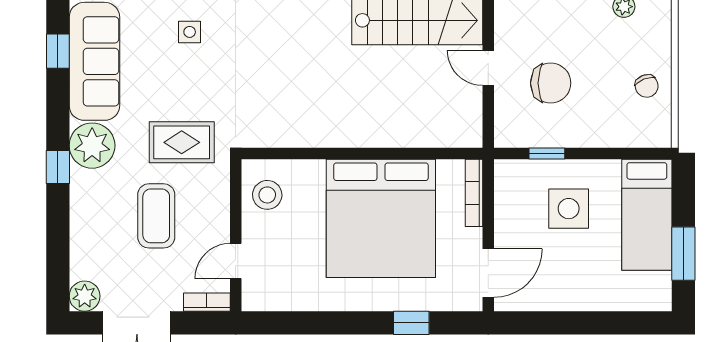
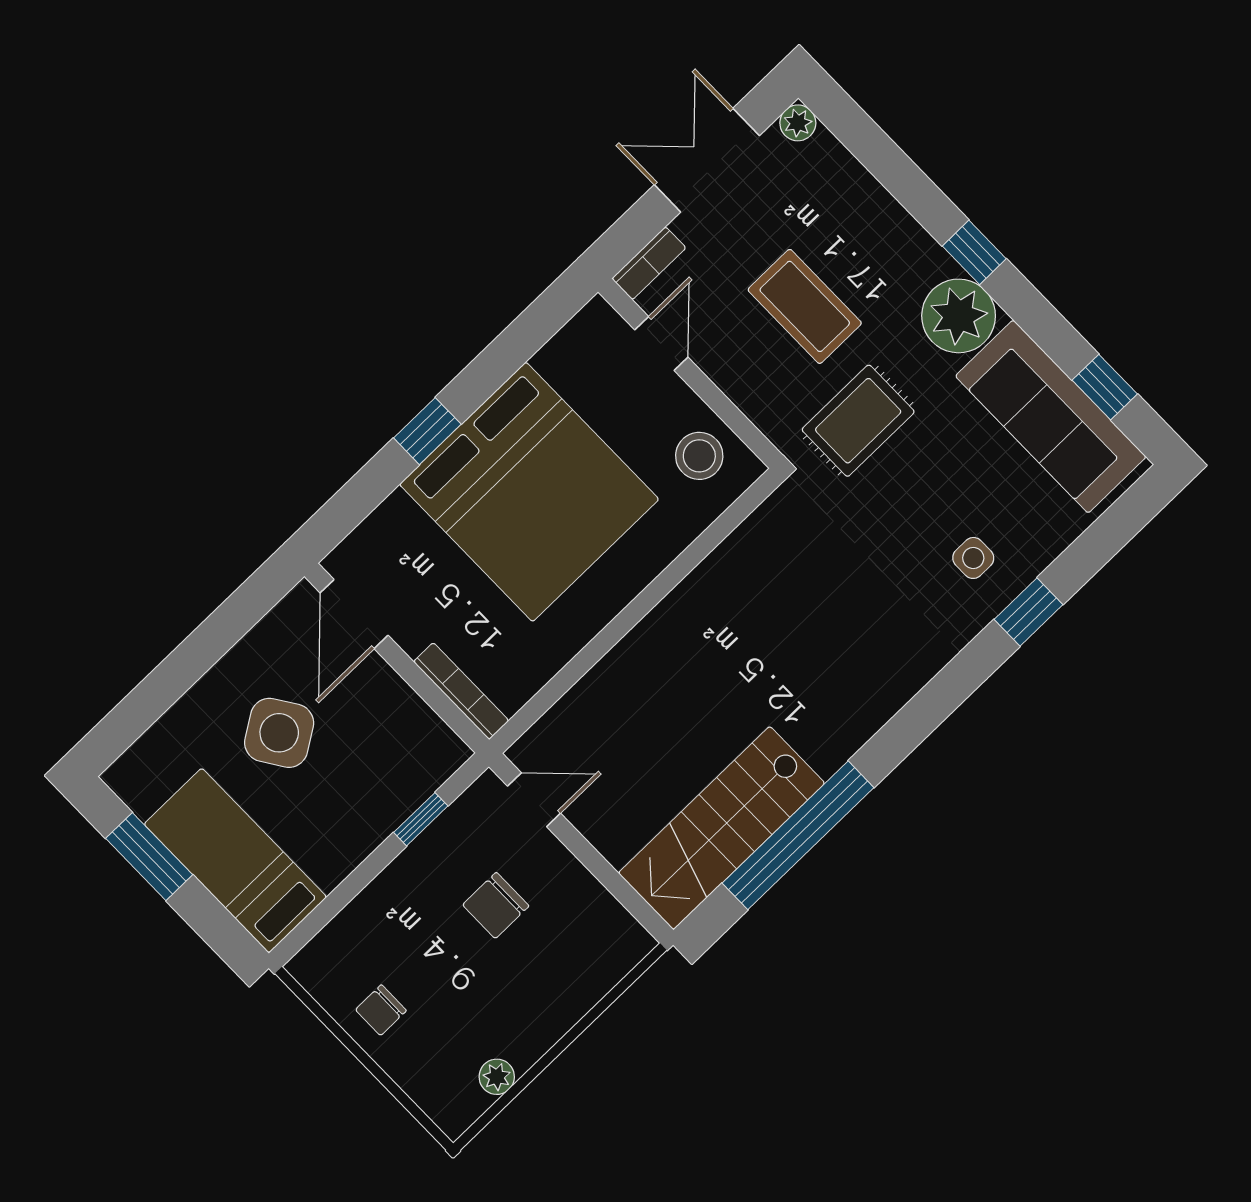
door: (488, 68) -> (534, 800), moved
chair: (551, 83) -> (496, 905), width x0.73, depth x0.73
chair: (647, 86) -> (381, 1010), turned -69
side table: (569, 209) -> (279, 733), moved, turned -33
bed: (381, 218) -> (529, 492), moved, turned 180
plant: (85, 296) -> (798, 123), width x0.73, depth x0.73
window: (411, 323) -> (427, 431), moved

